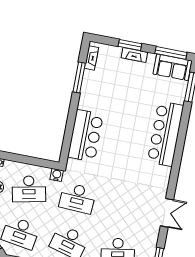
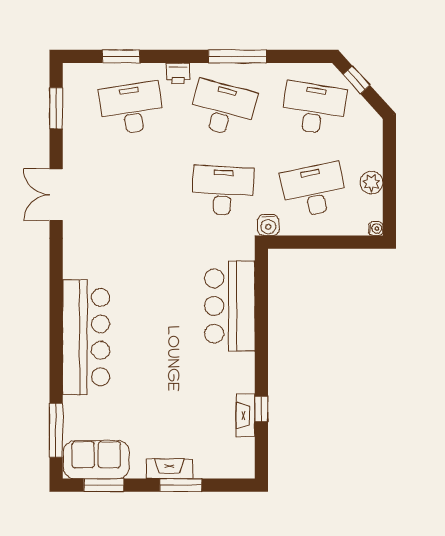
window: (171, 53) -> (104, 485), width x0.69
fireplace: (92, 58) -> (246, 415), moved
window: (79, 78) -> (261, 409), width x0.46

